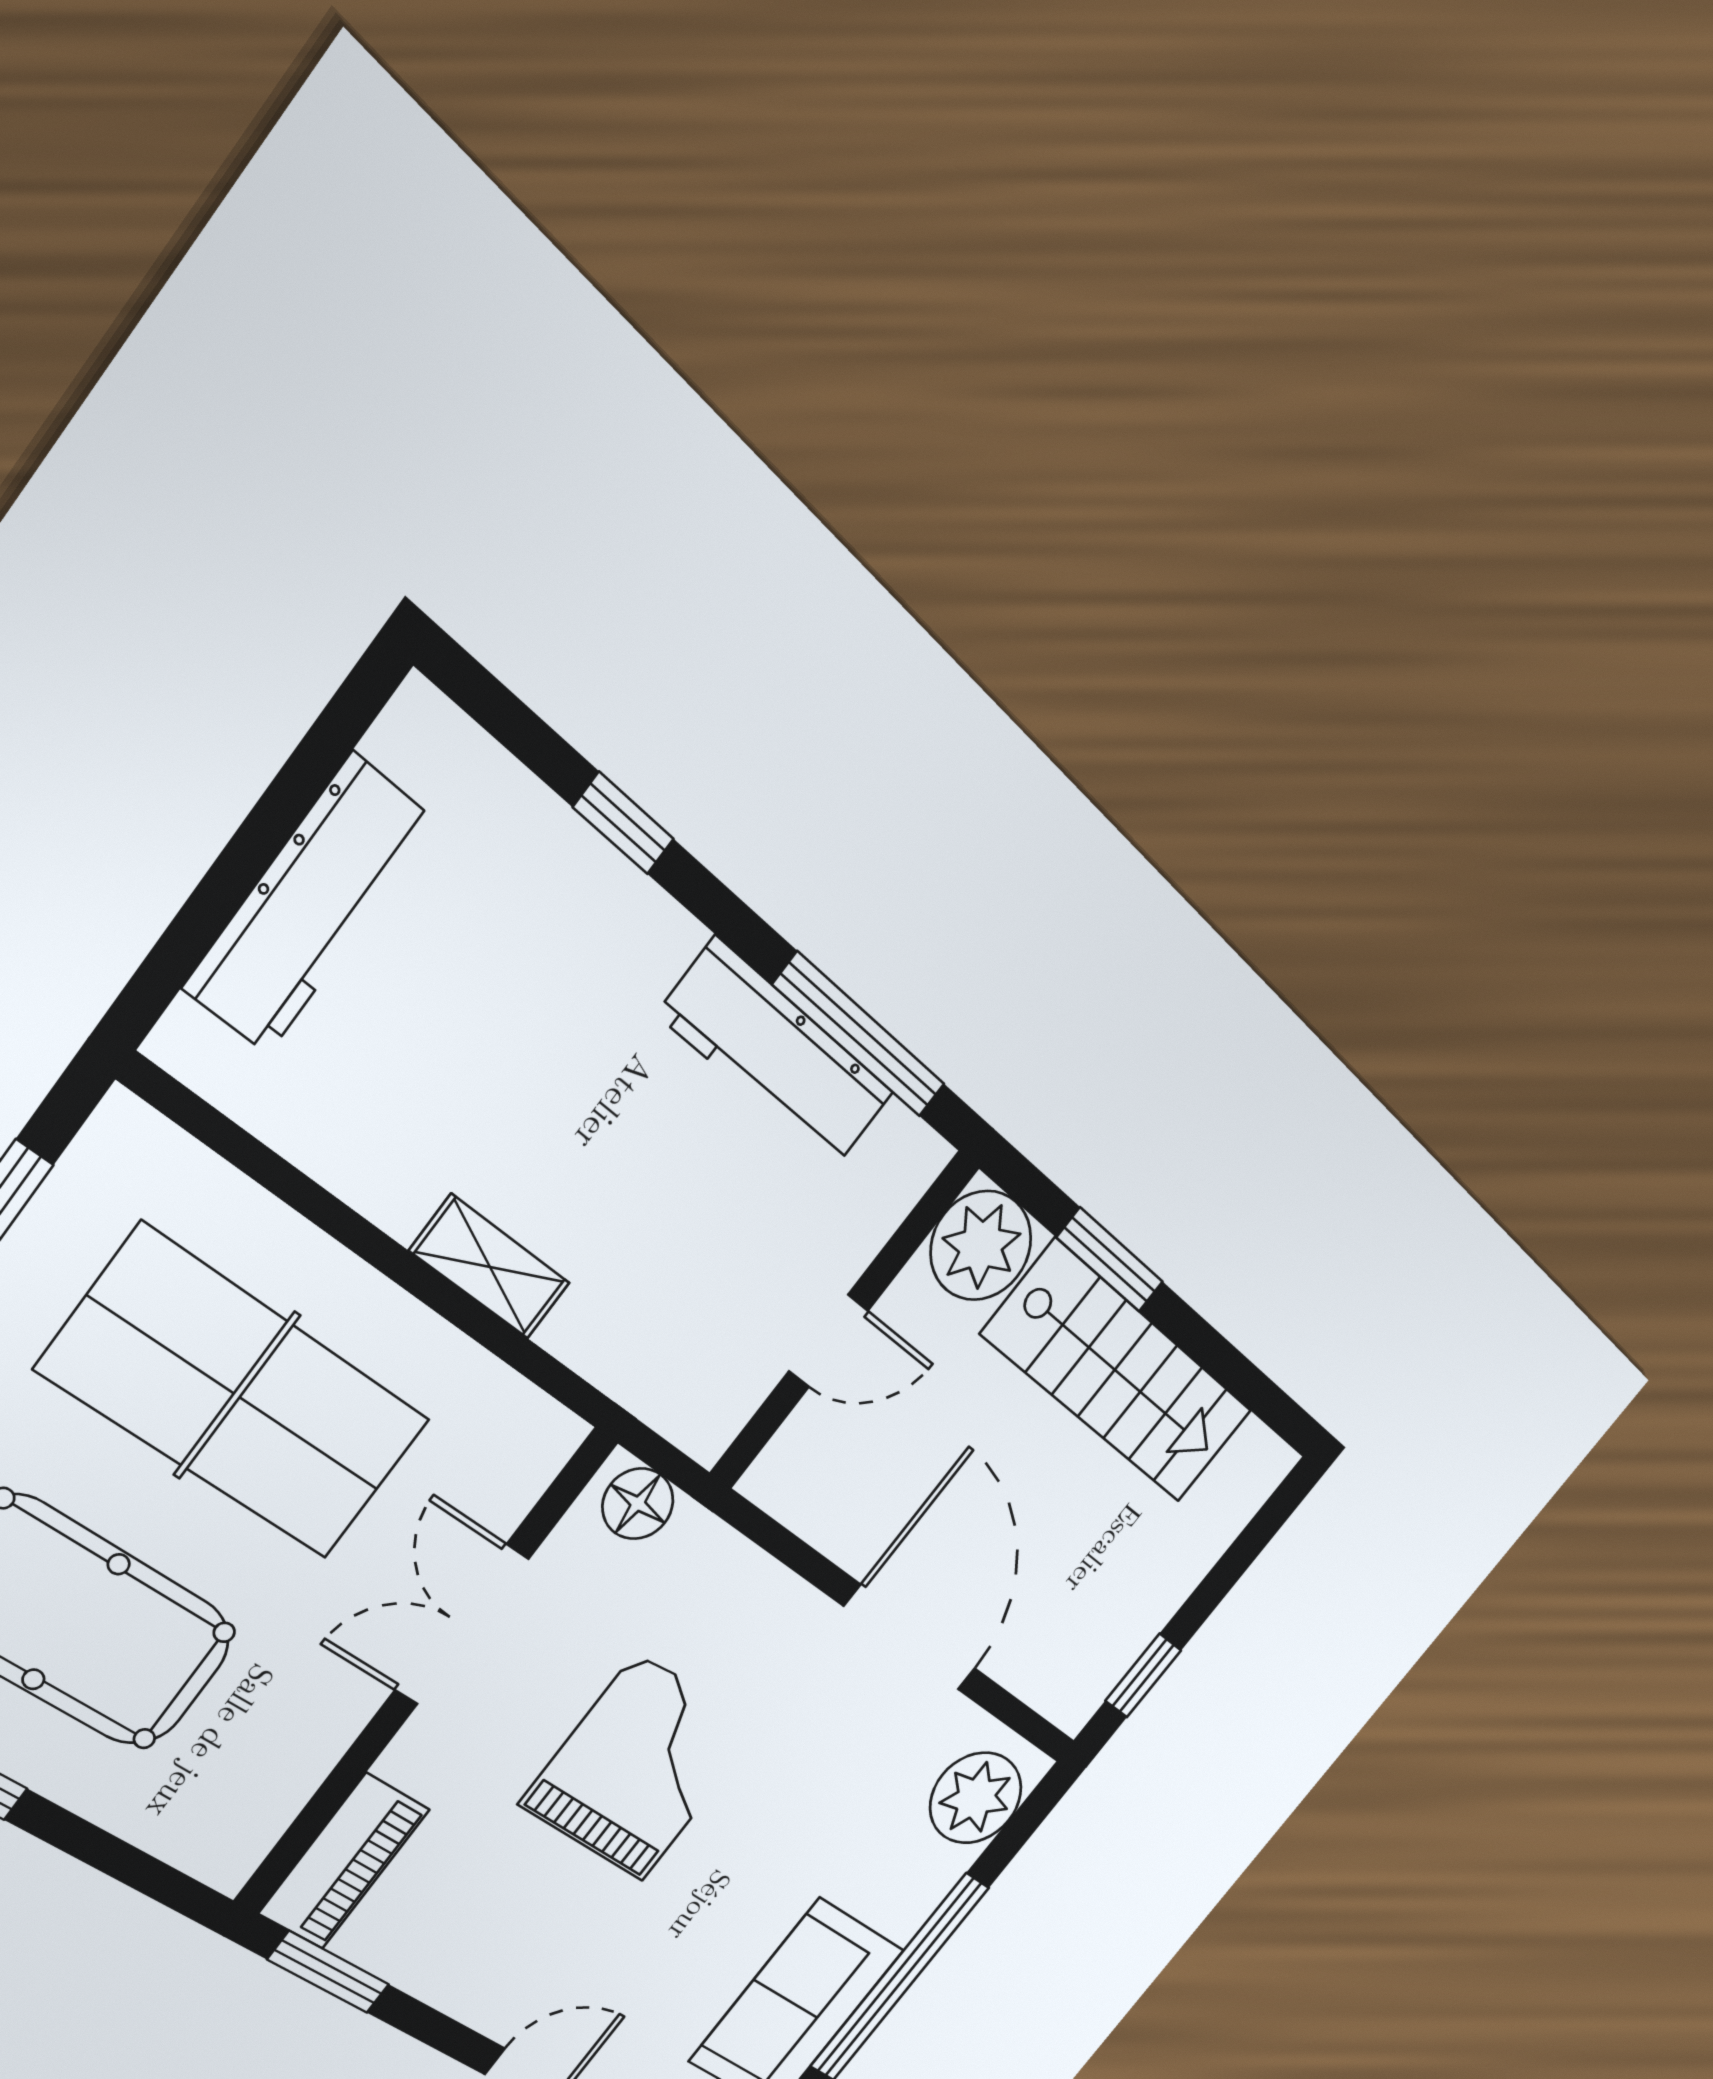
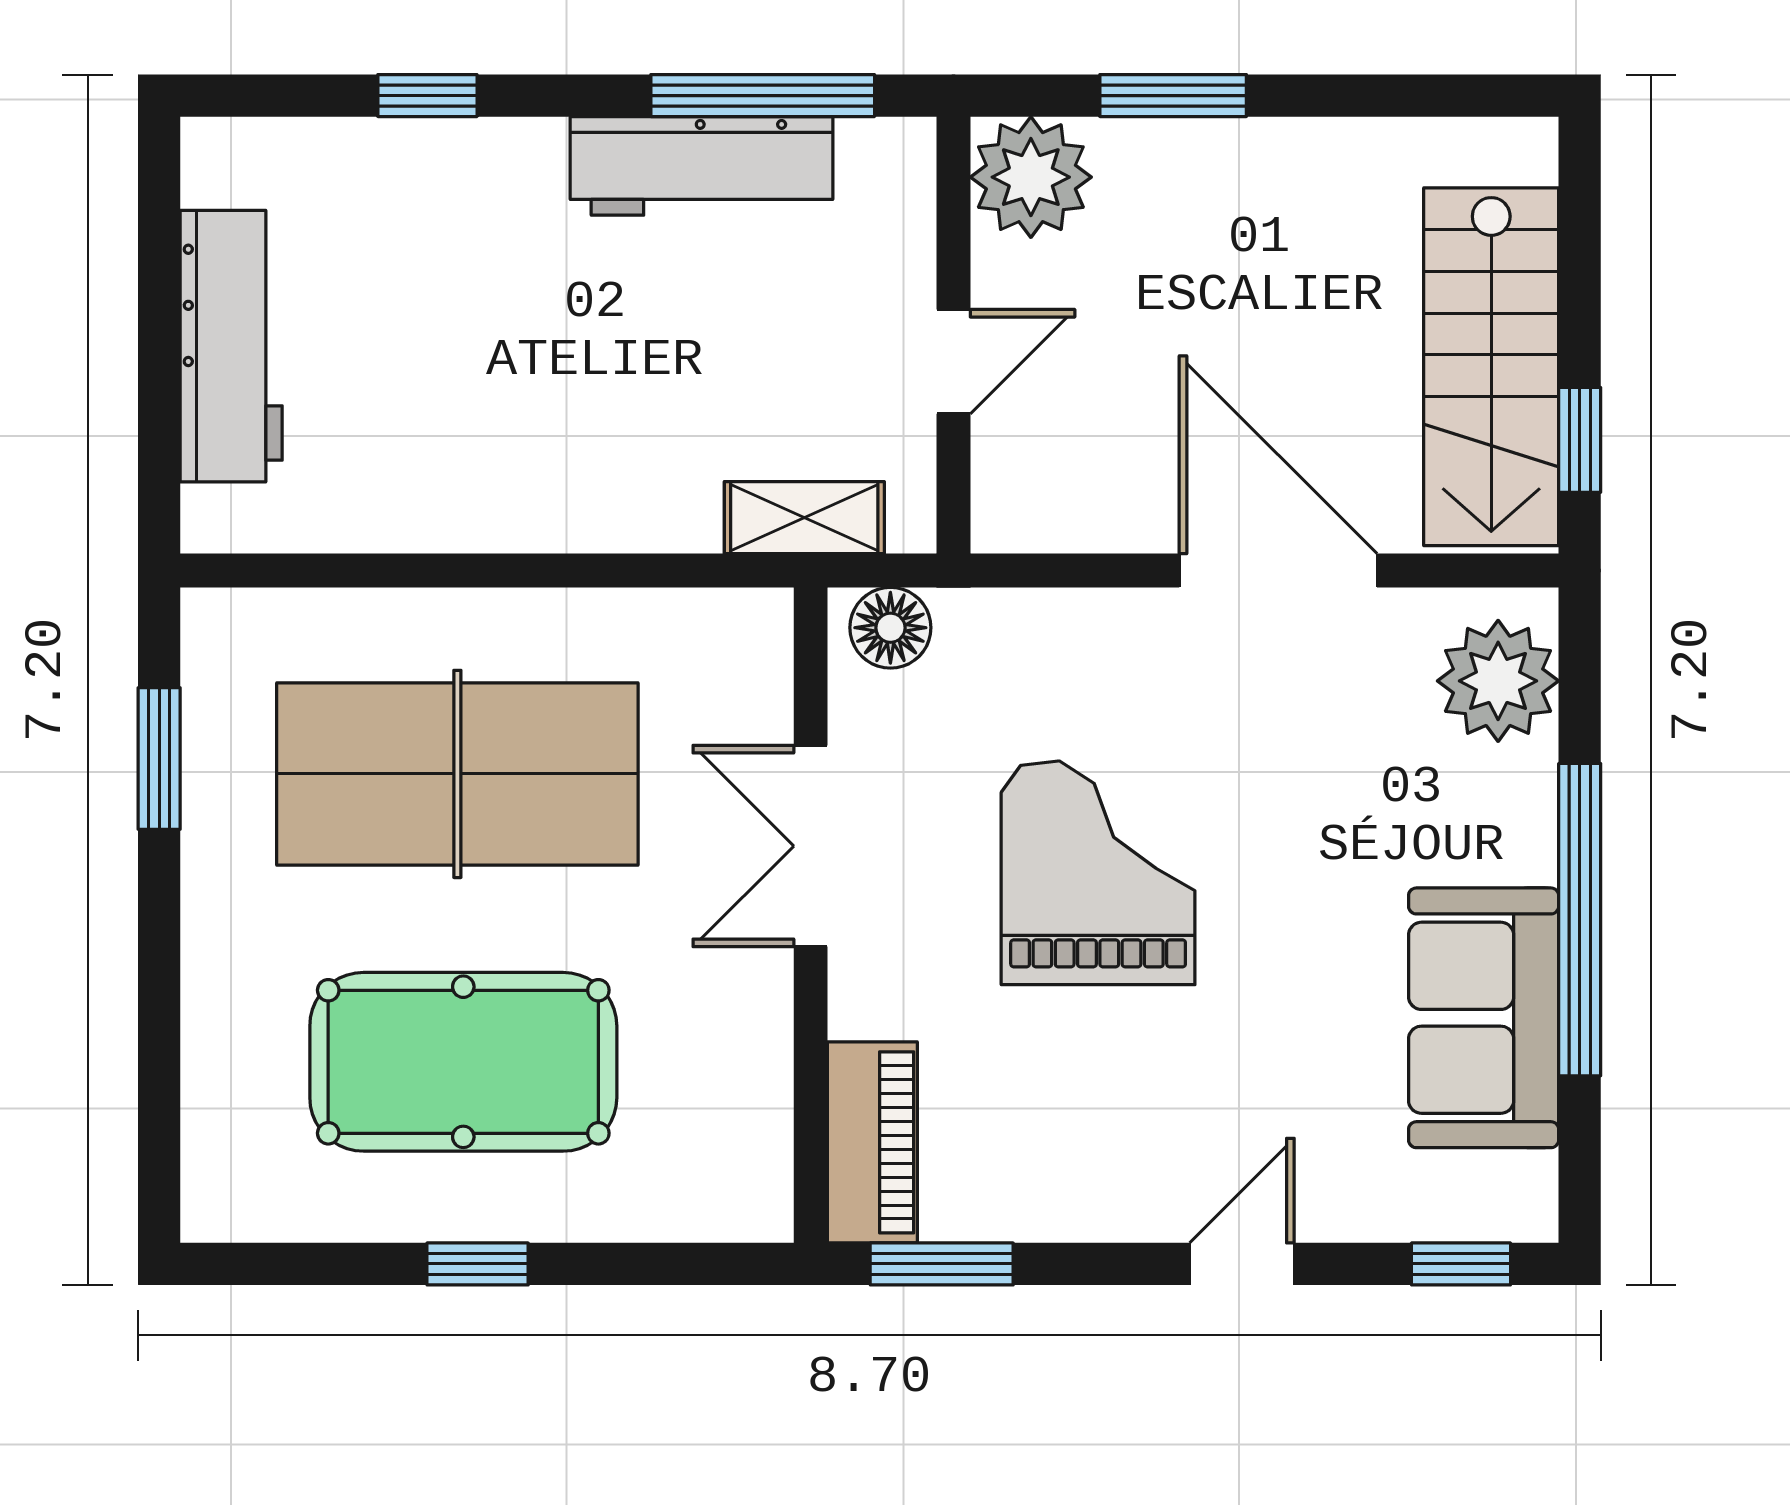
shelving: (490, 1267) -> (804, 518), moved
stairs: (1119, 1373) -> (1491, 367), moved, turned 90

